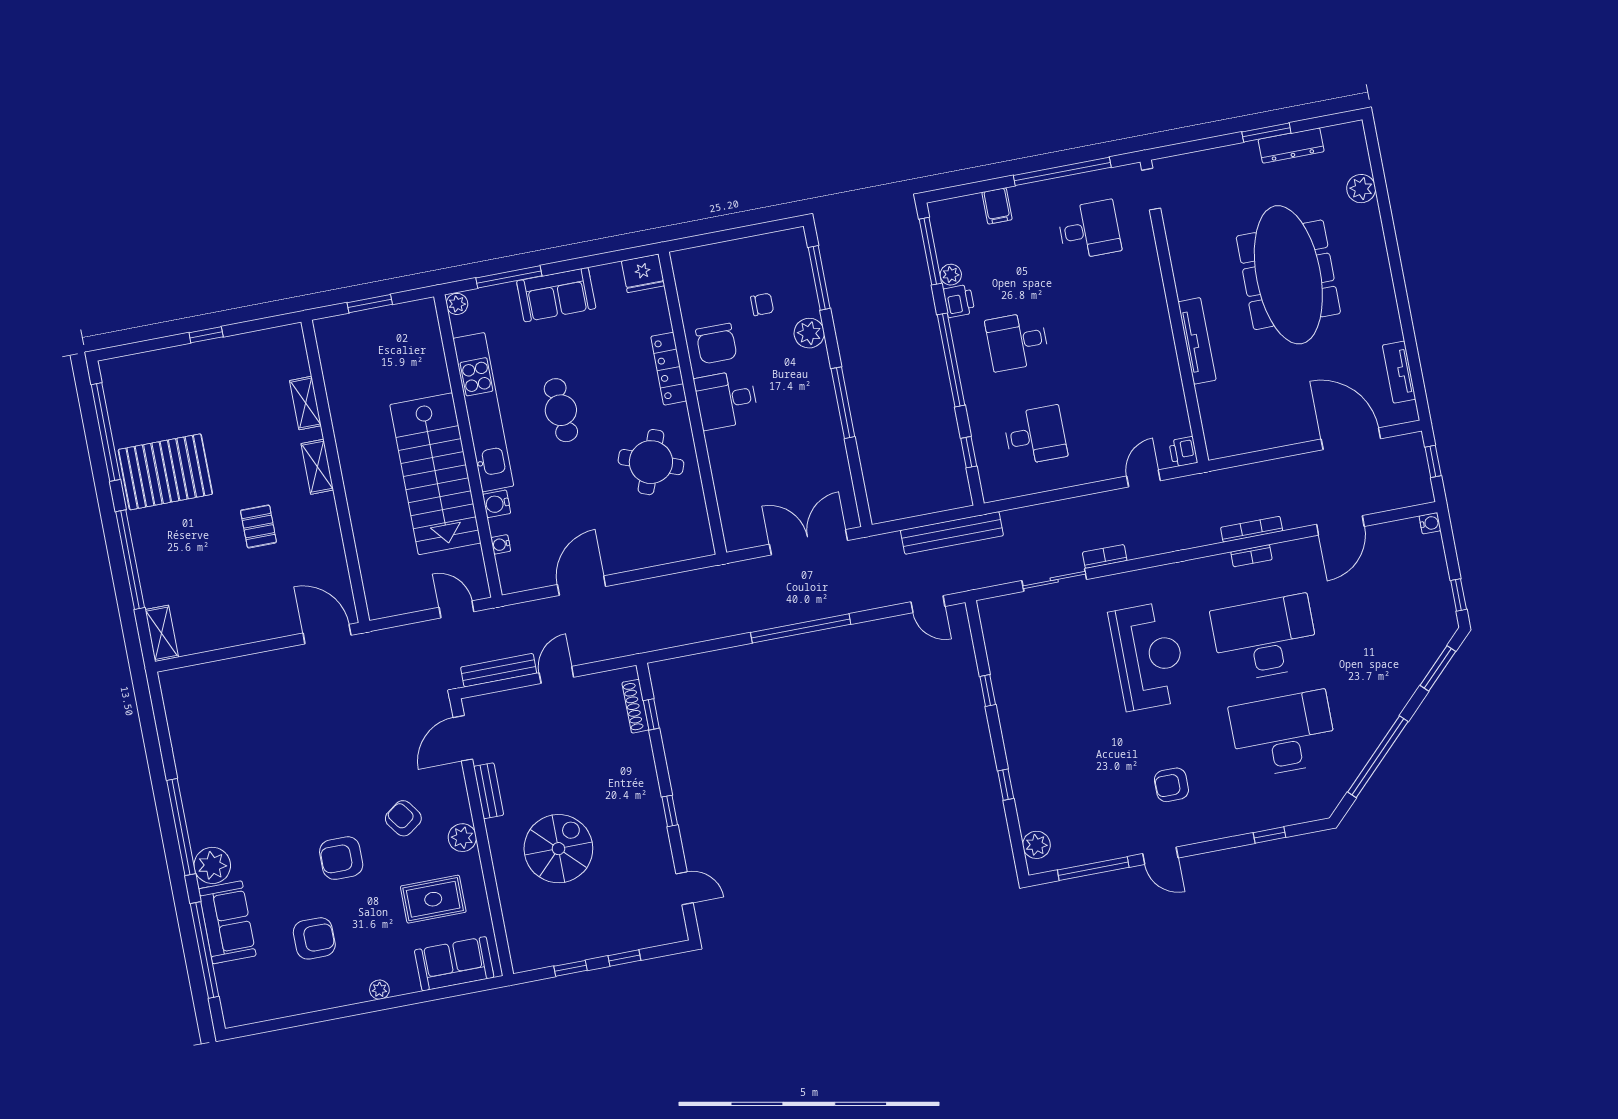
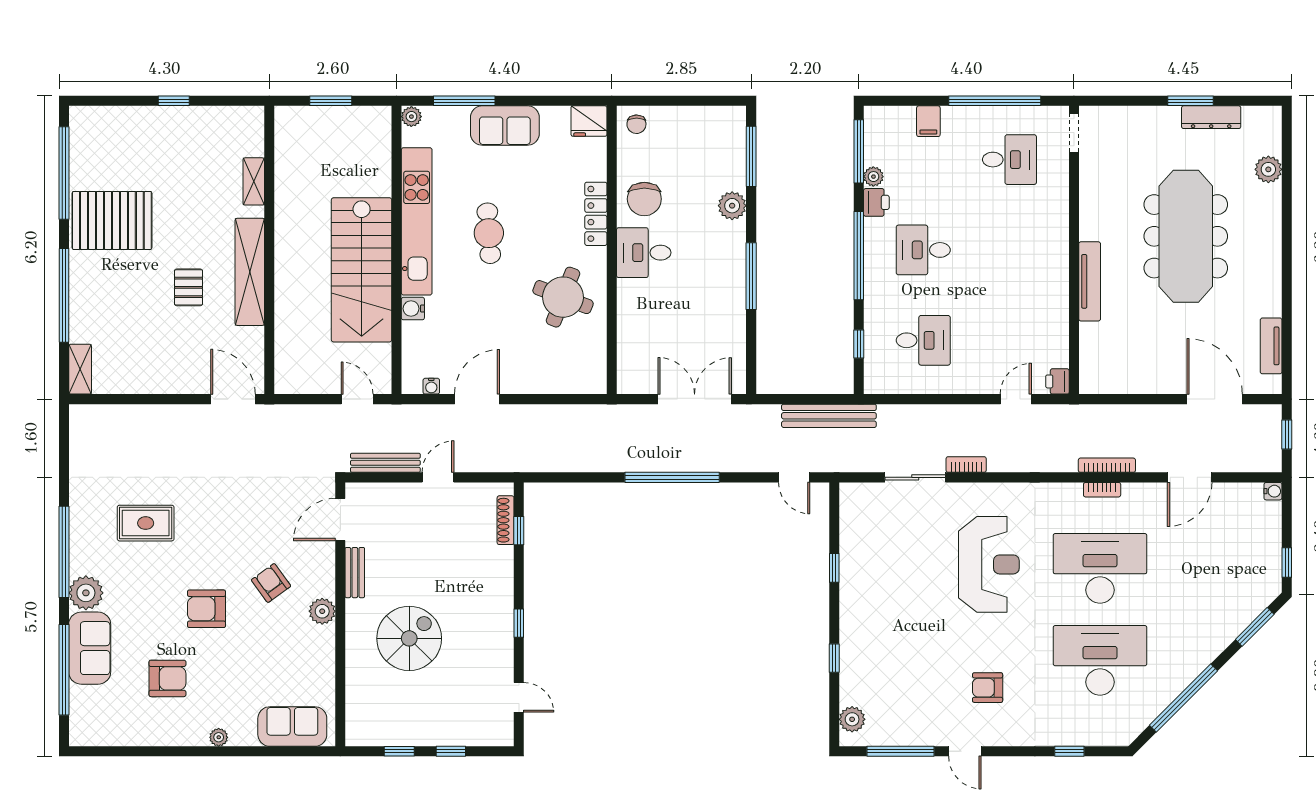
chair: (762, 304) -> (636, 124), moved, turned 91
shelving: (317, 467) -> (250, 272), width x2.20, depth x1.33
water cooler: (501, 544) -> (431, 386), moved, turned -90
rug: (433, 899) -> (146, 523), moved

